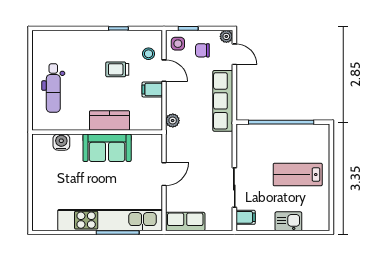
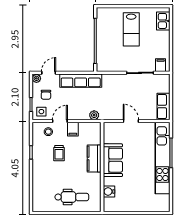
kitchen sink: (288, 221) -> (163, 21), moved

